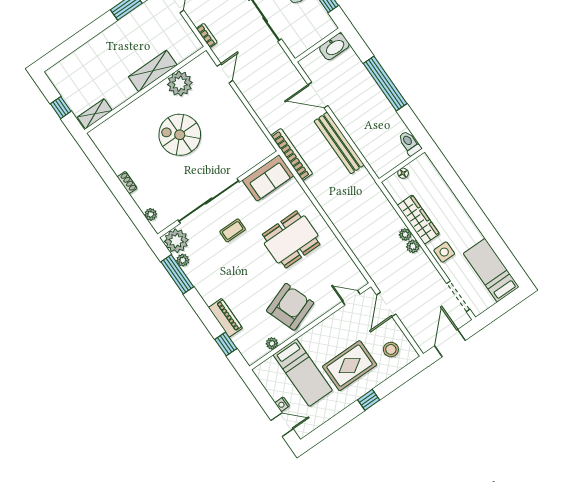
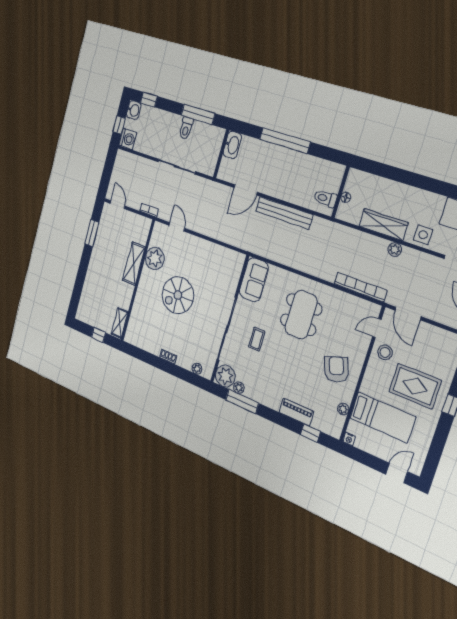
toilet: (409, 143) -> (325, 198), moved
bookcase: (292, 155) -> (360, 287), moved
plant: (405, 234) -> (382, 245), removed
armchair: (290, 307) -> (336, 369), width x0.73, depth x0.73
stool: (391, 349) -> (385, 352), moved
rug: (350, 366) -> (415, 386), turned 90
nightstand: (282, 404) -> (349, 439), moved

